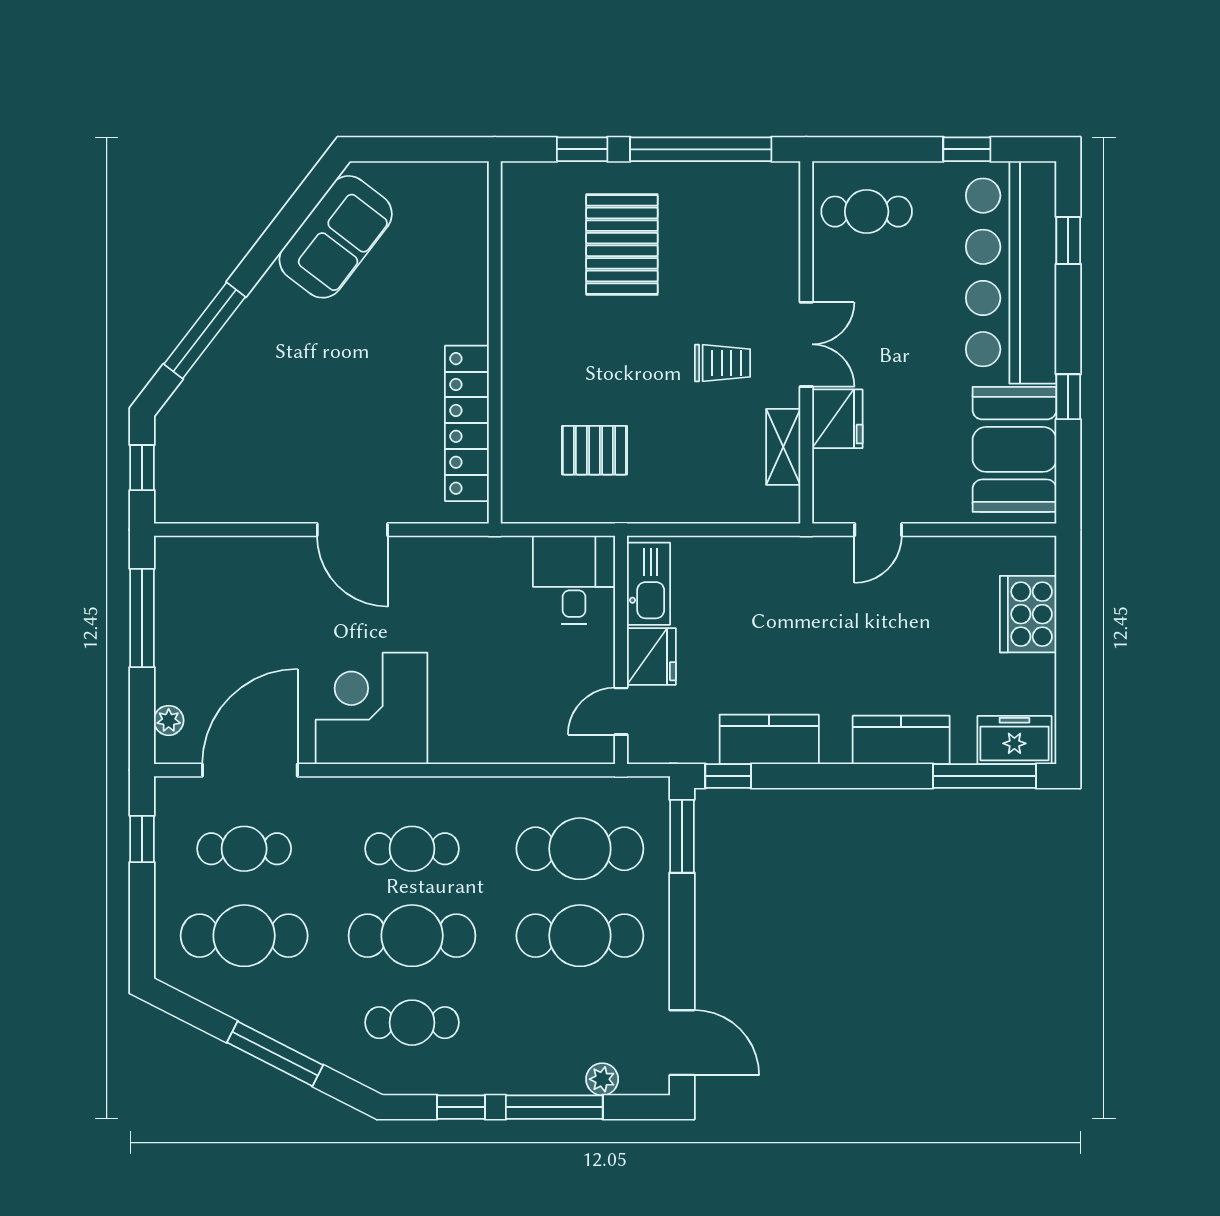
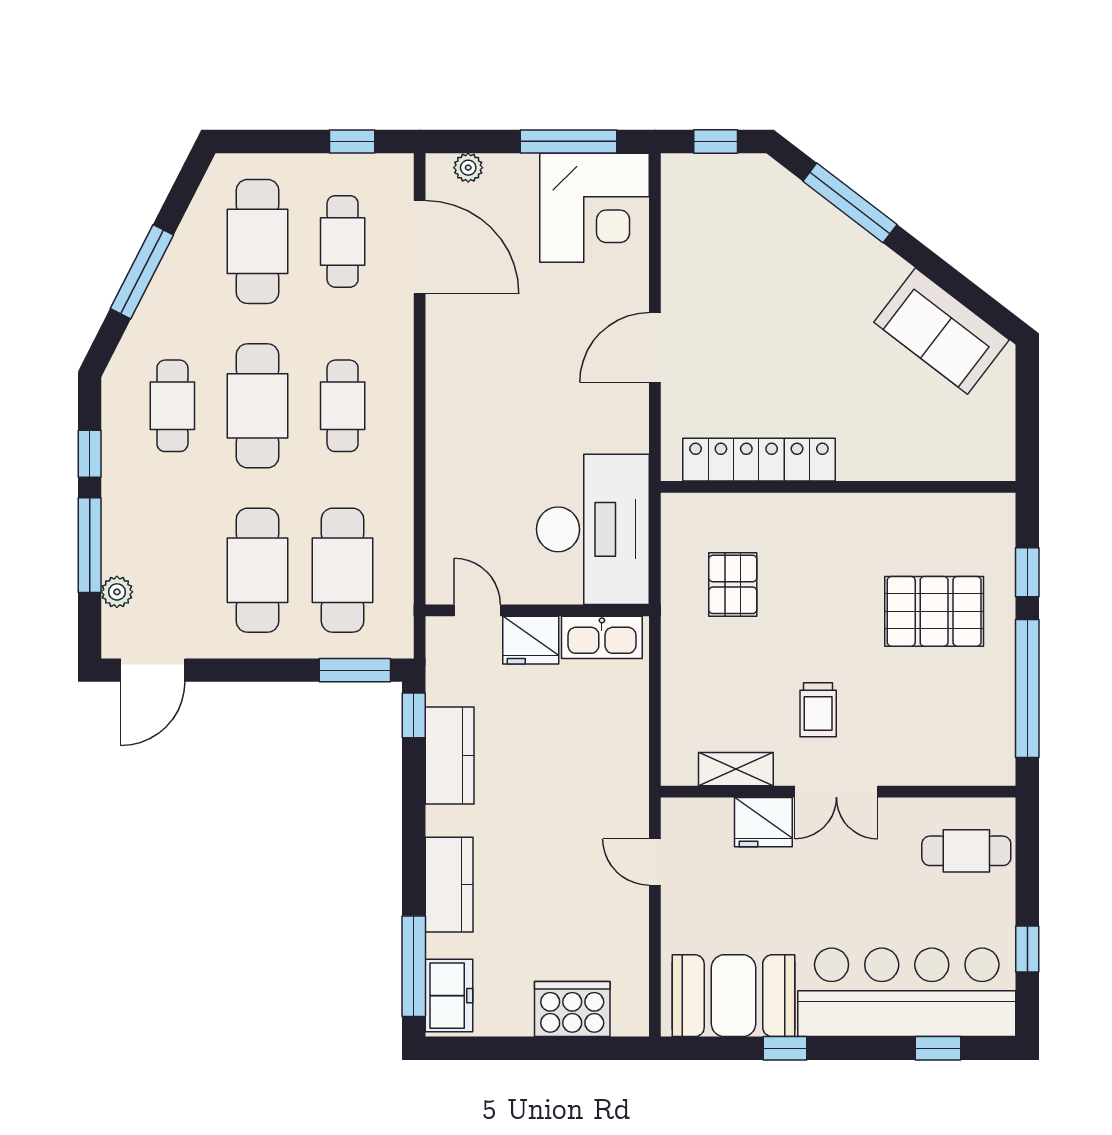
cafe table: (867, 212) -> (966, 851), turned 90
desk: (574, 580) -> (593, 529), width x1.87, depth x1.30
corner desk: (371, 708) -> (595, 208), moved, turned 90

